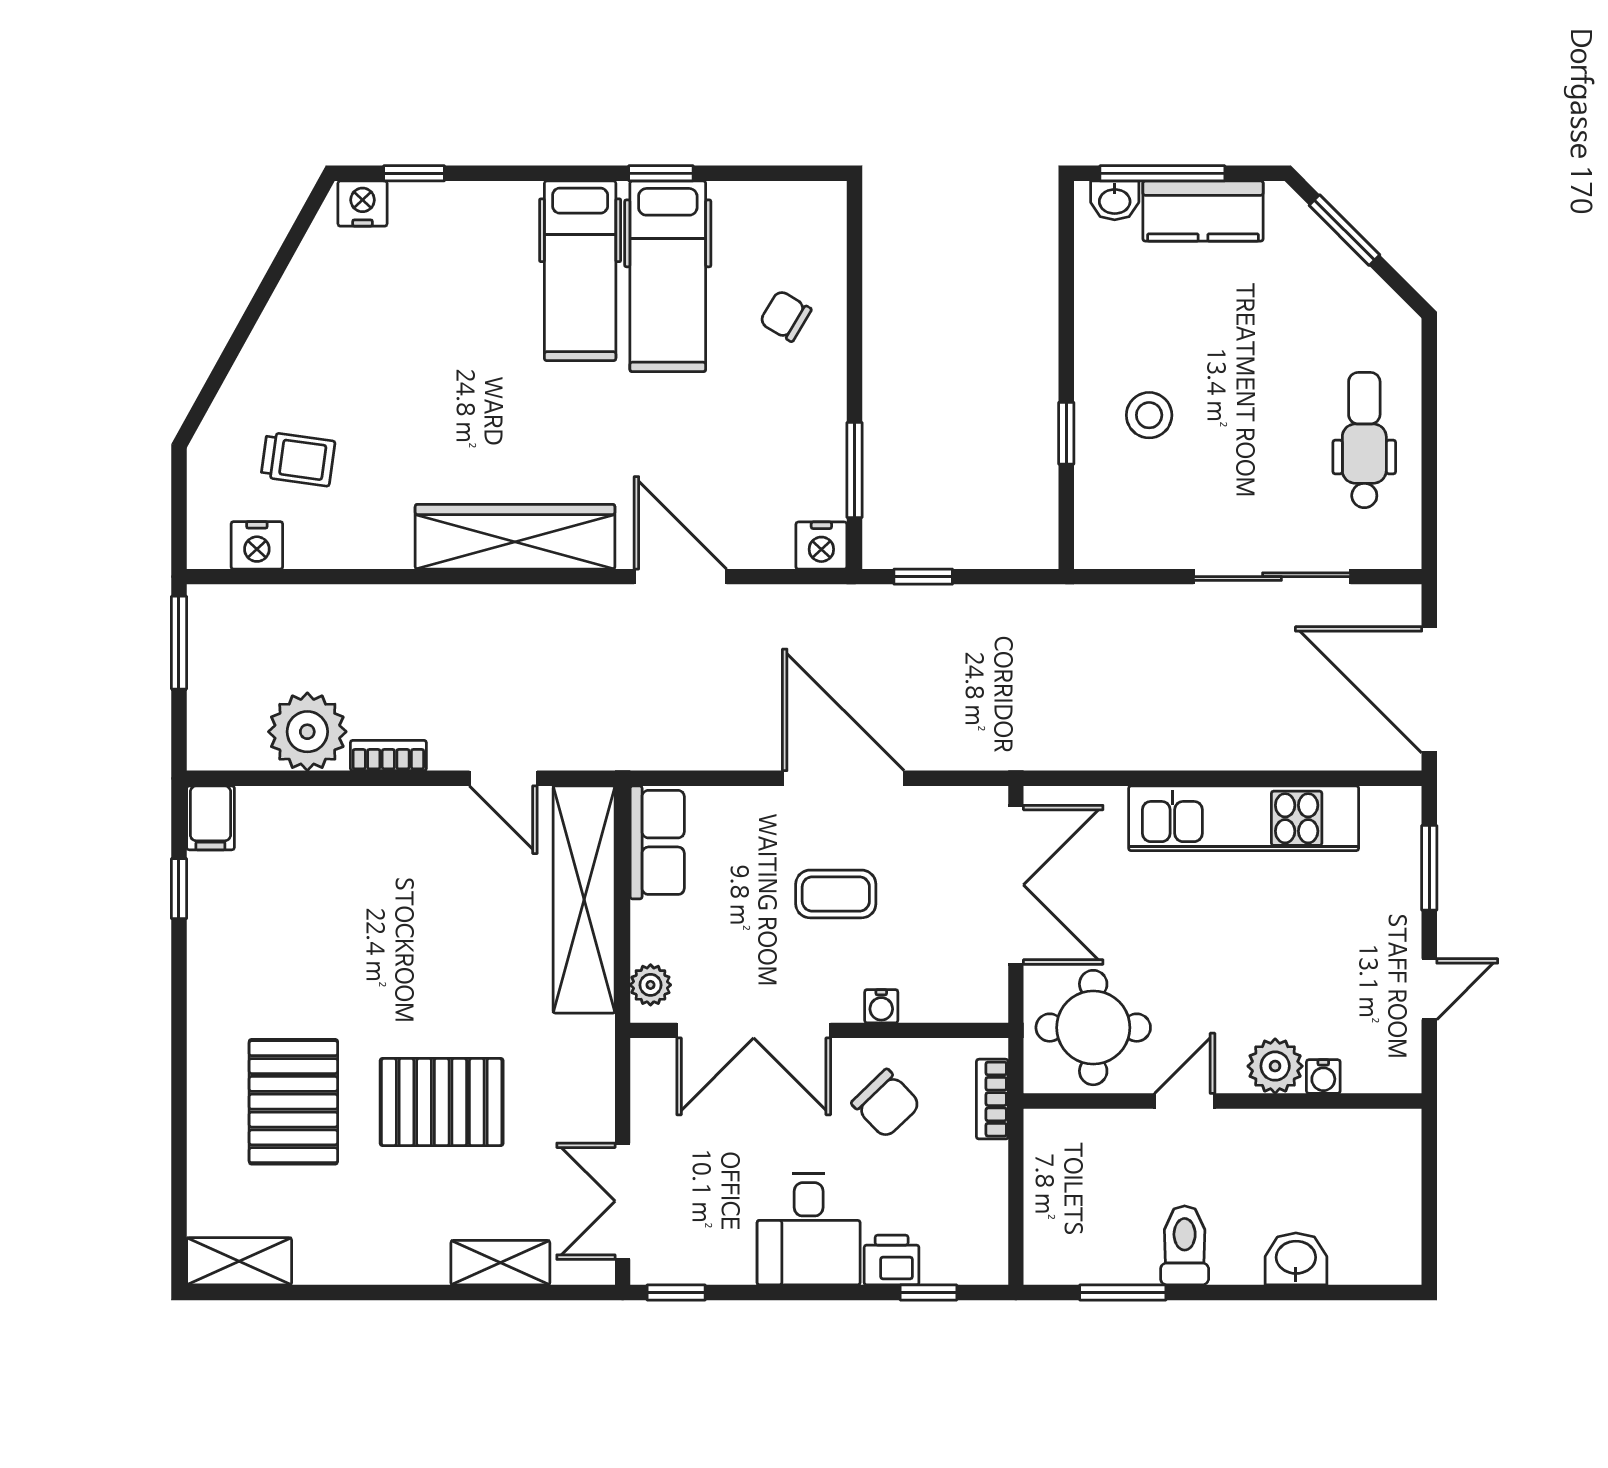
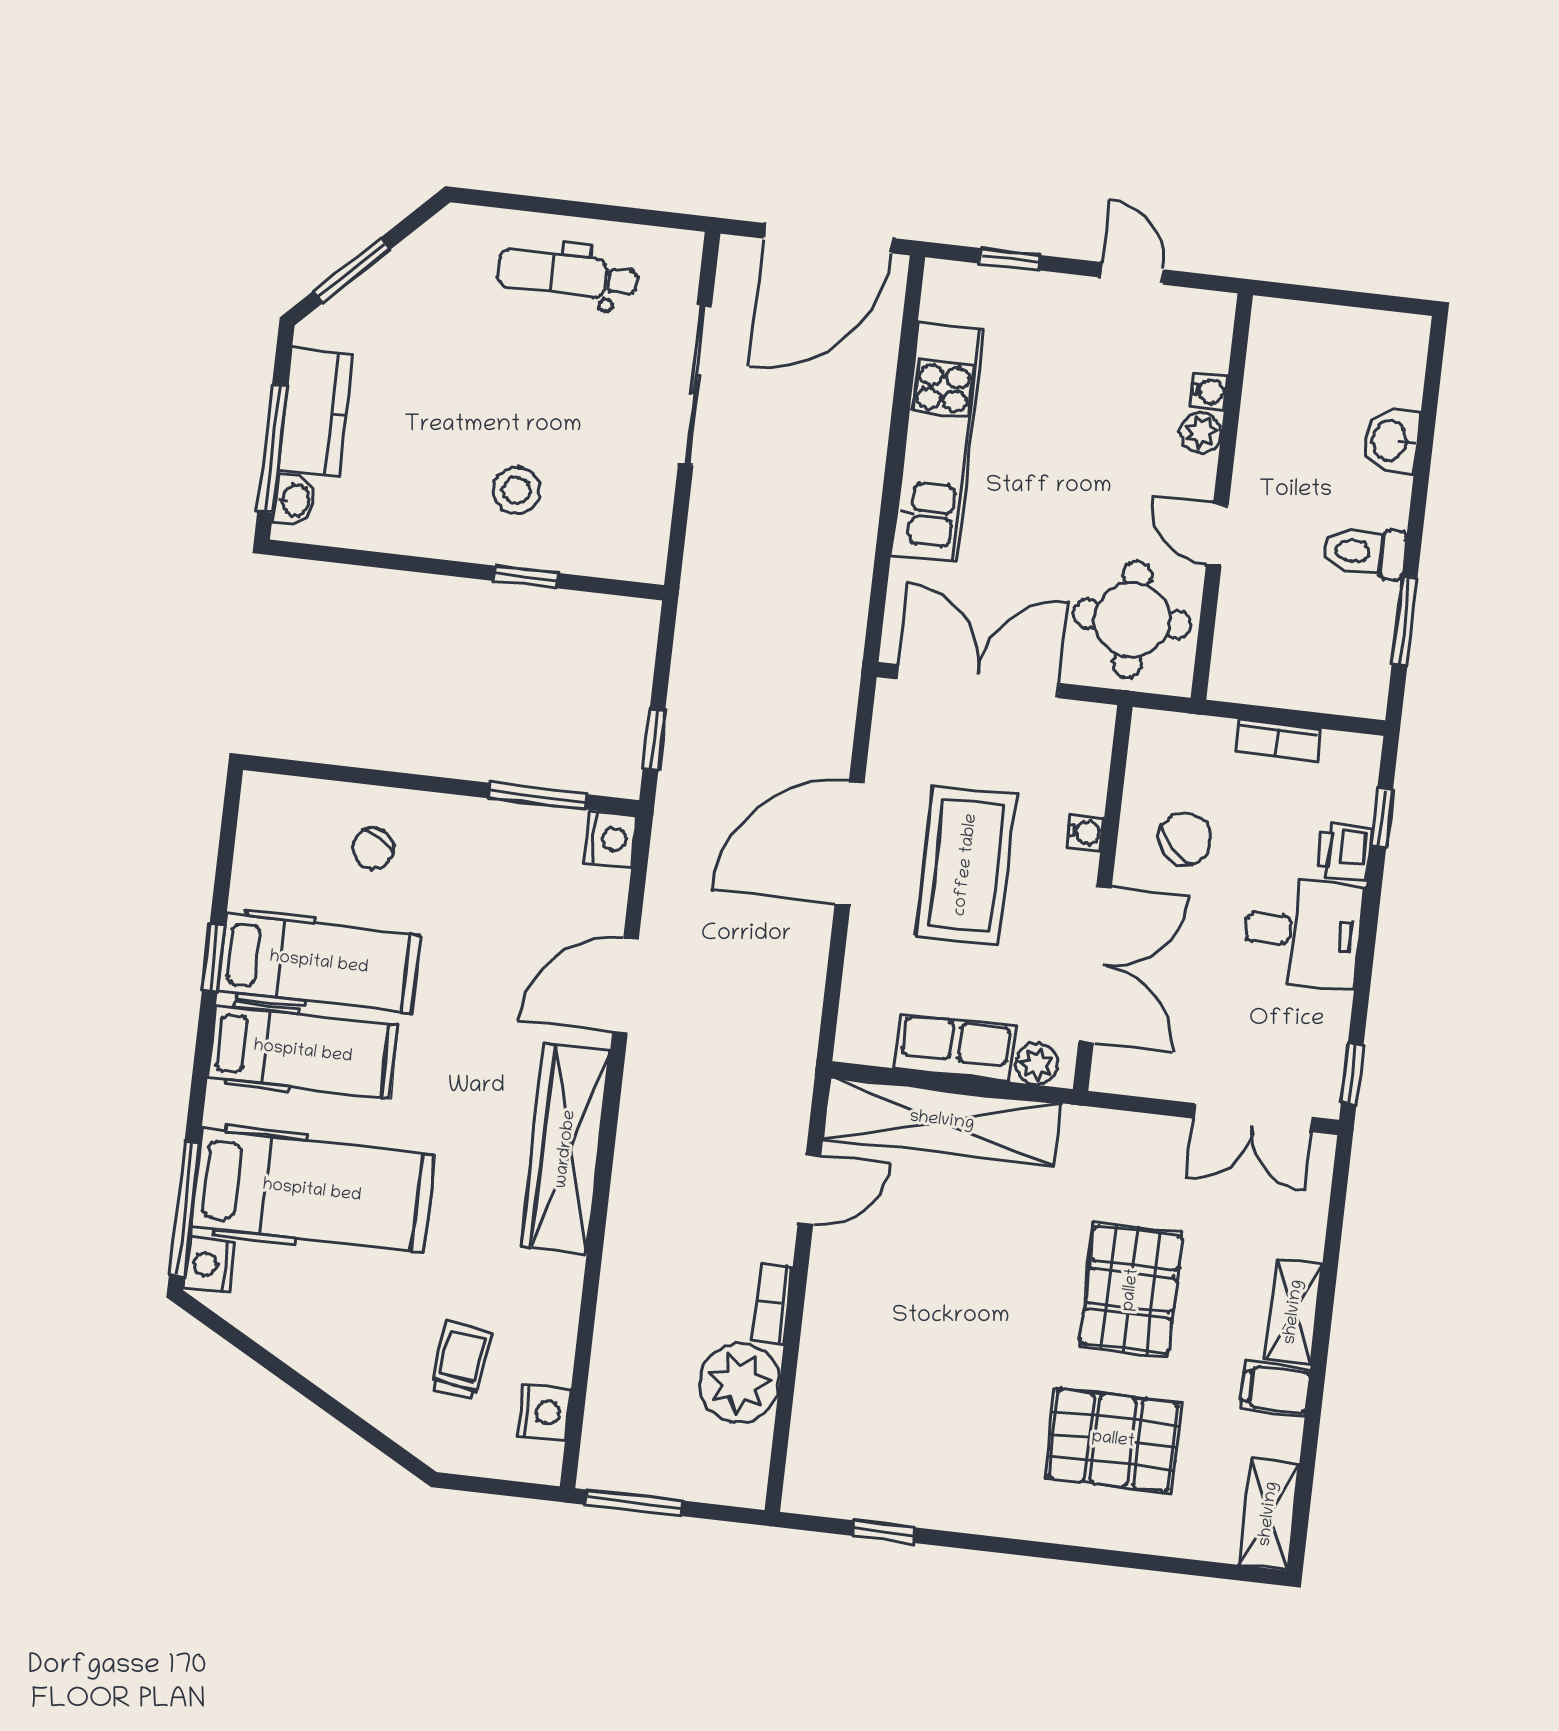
window: (414, 173) -> (185, 1209), width x2.17
hospital bed: (446, 296) -> (312, 1191), added
filing cabinet: (210, 818) -> (1275, 1389), moved, turned 180
row of seats: (657, 842) -> (955, 1048), moved
window: (1429, 868) -> (1009, 259), width x0.67
coffee table: (836, 894) -> (966, 865), width x1.86, depth x1.72
plant: (1275, 1066) -> (1201, 432), width x0.73, depth x0.73
bookcase: (992, 1099) -> (1278, 740), moved
shelving: (500, 1263) -> (1294, 1312), moved

